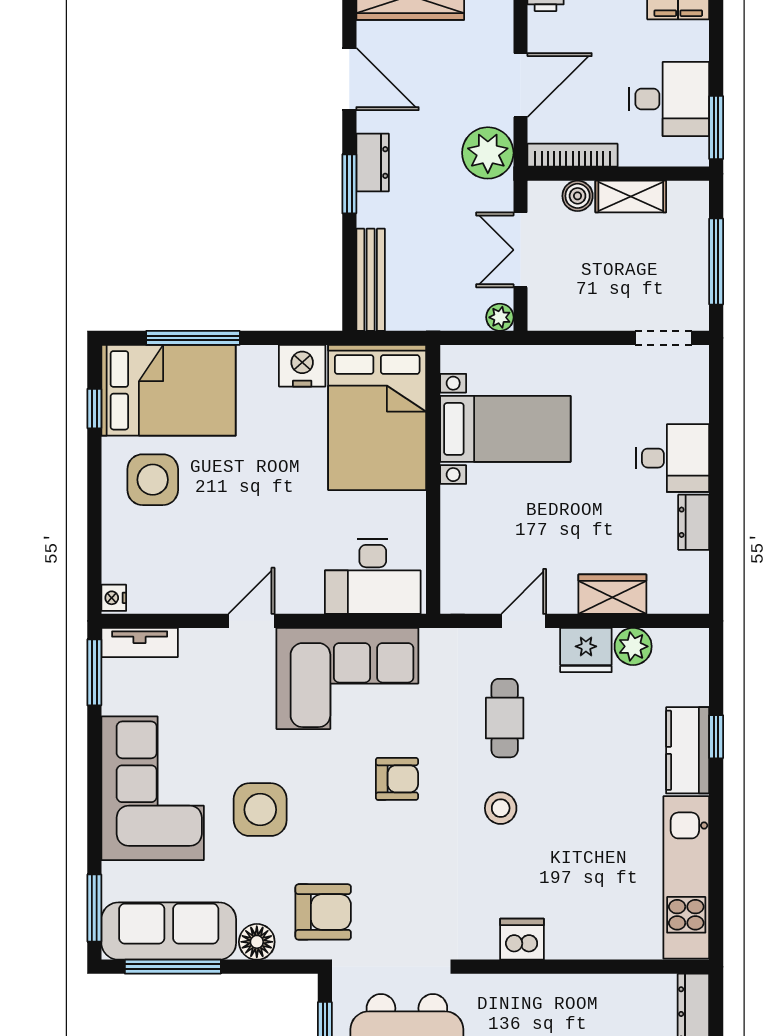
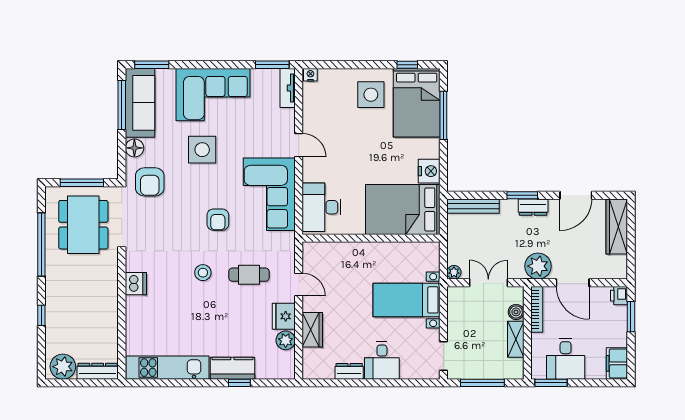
bed with nightstands: (505, 429) -> (406, 300), moved, turned 90

